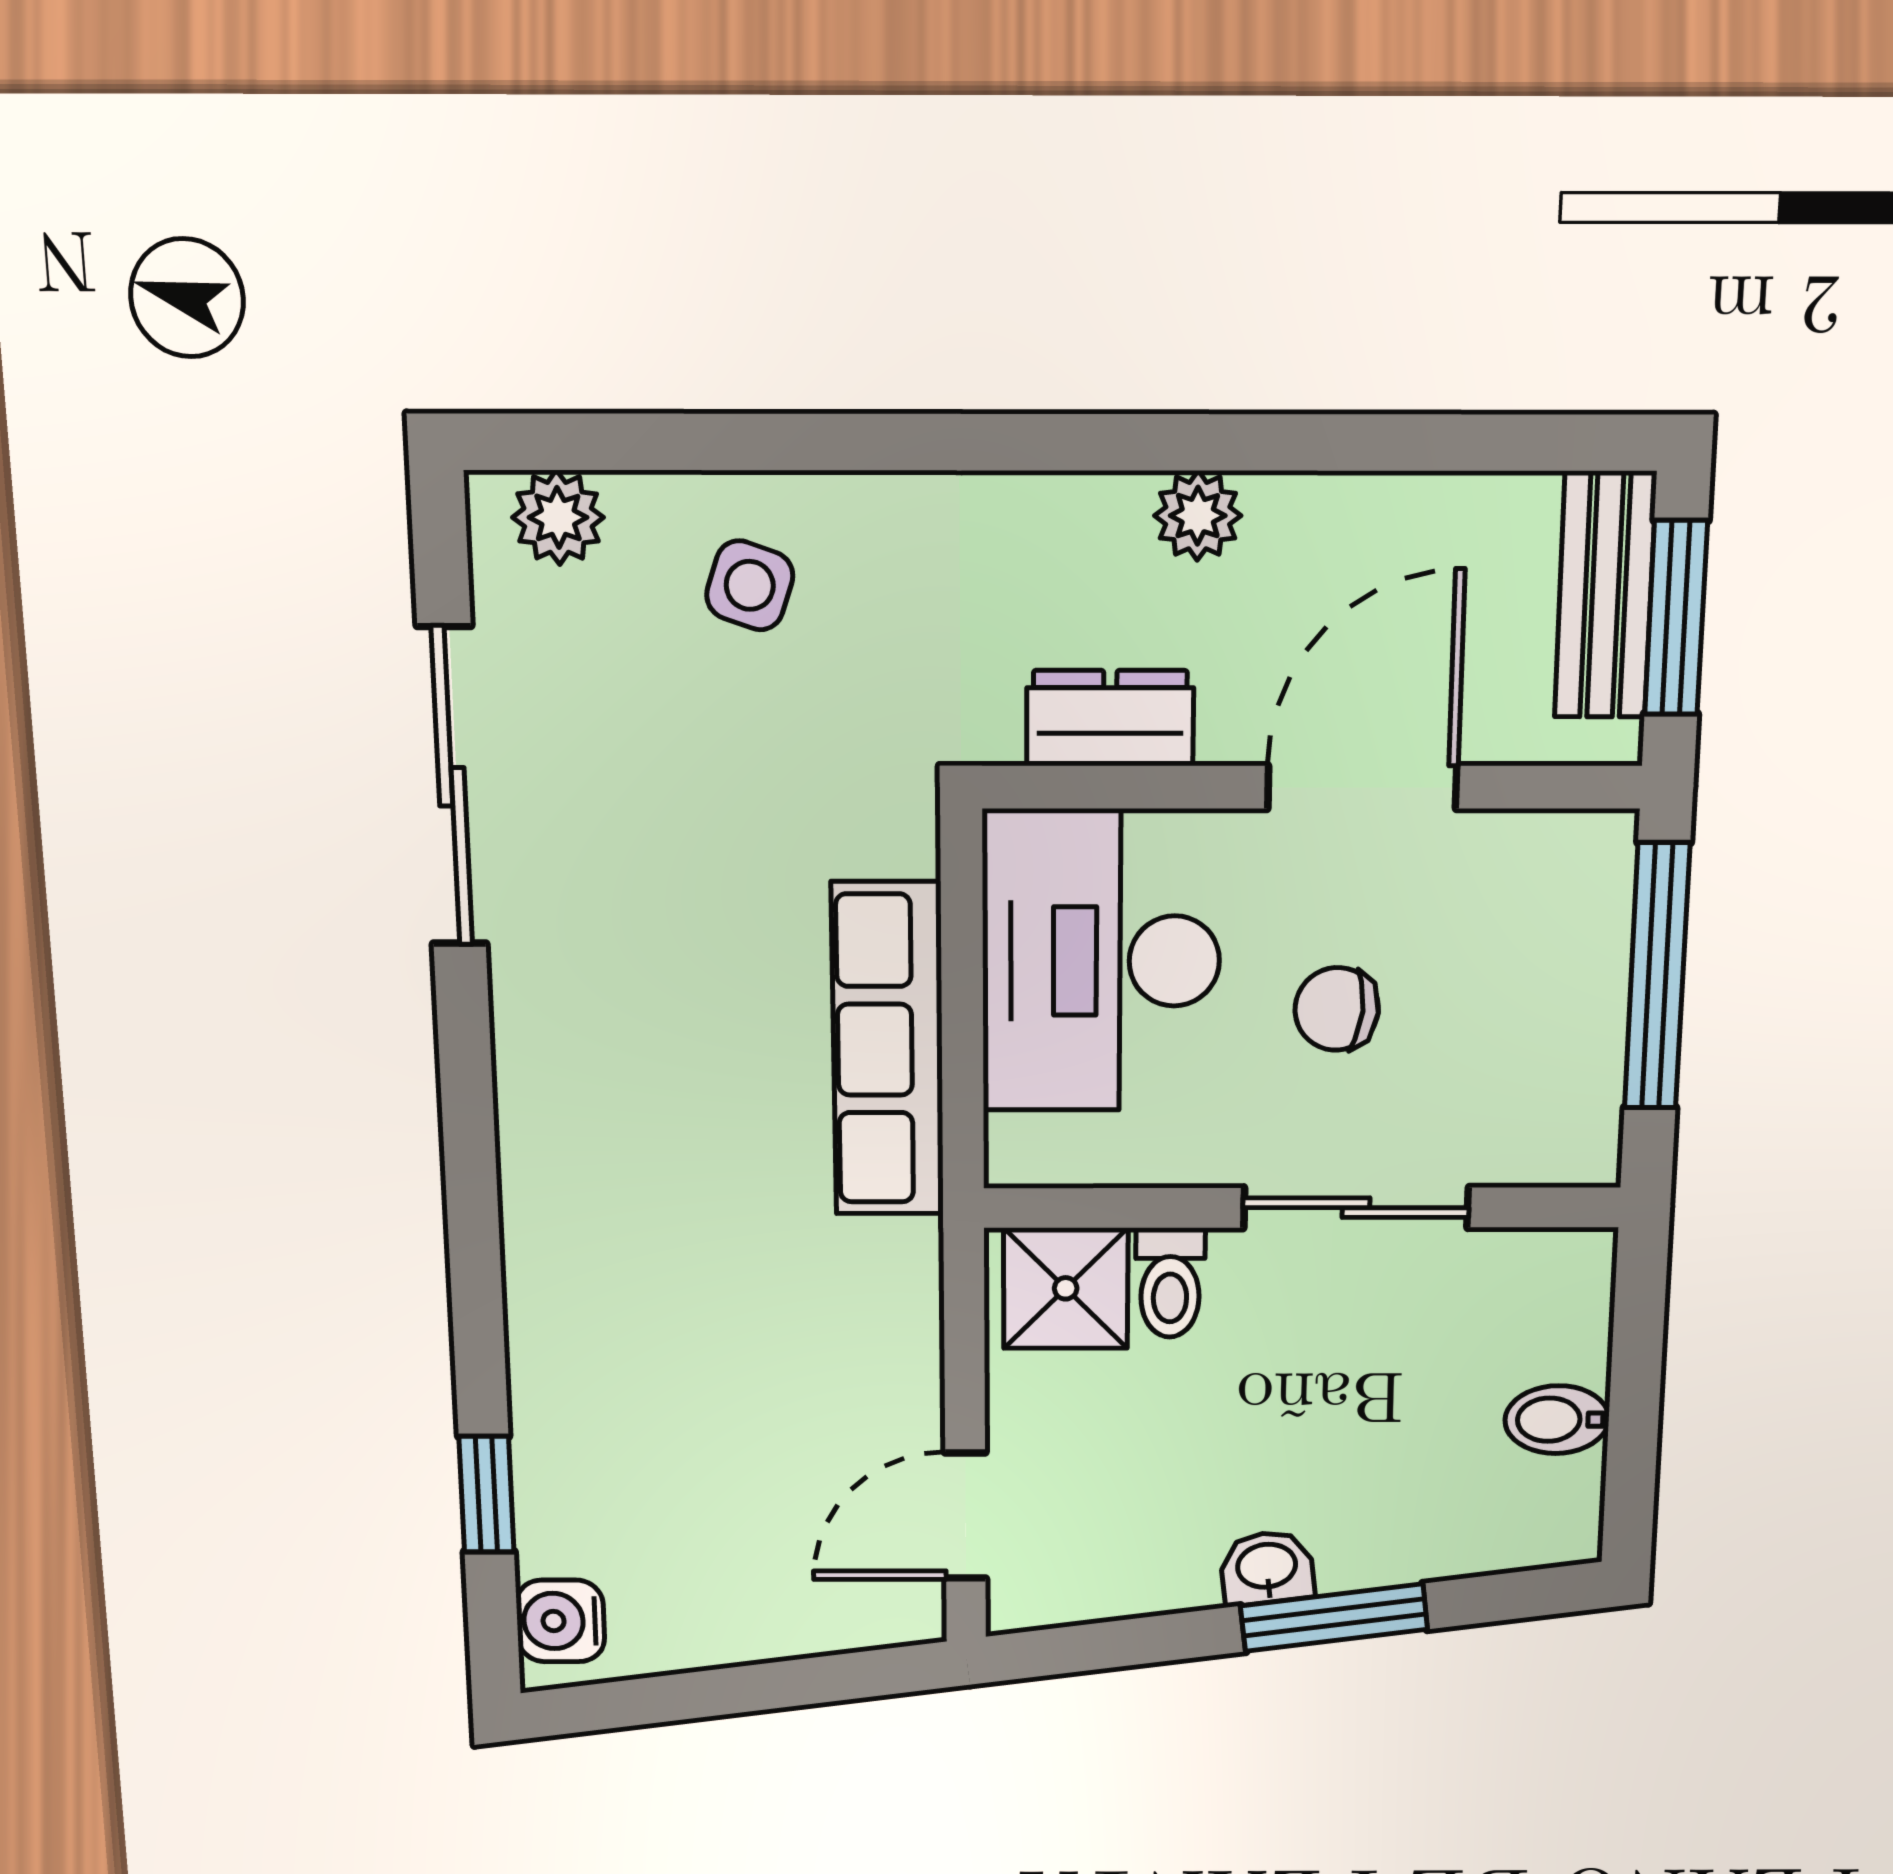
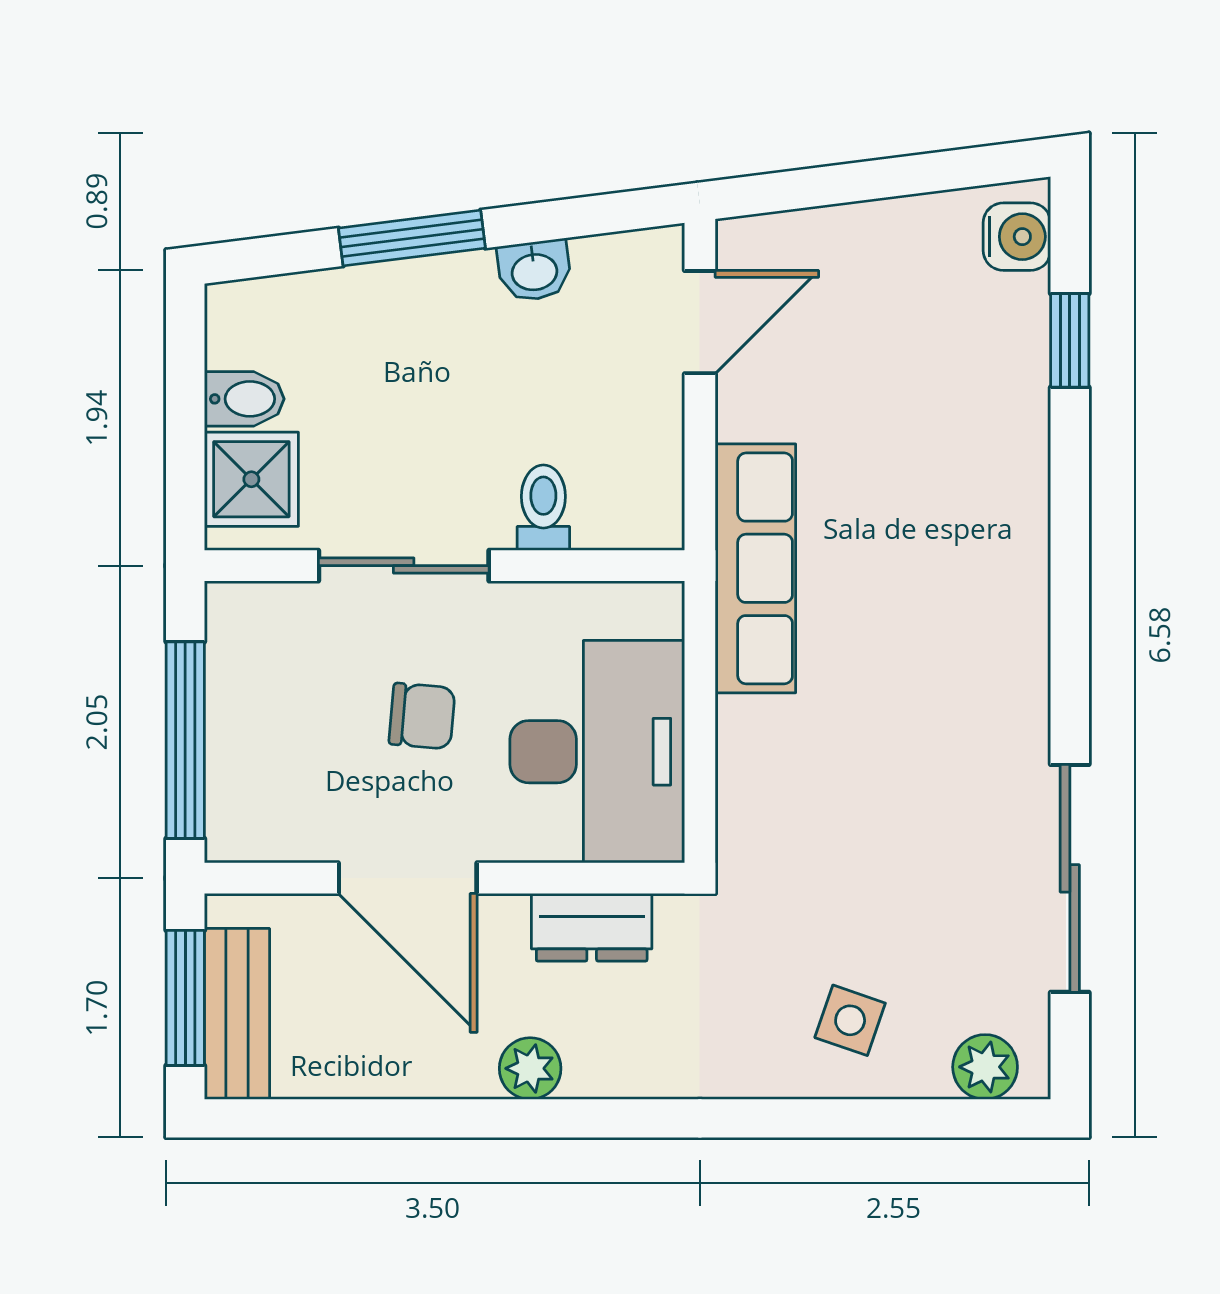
door: (1362, 787) -> (408, 878), hinge flipped
row of seats: (888, 1050) -> (755, 568), moved
shower: (1066, 1288) -> (251, 479), moved
washbasin: (1267, 1568) -> (534, 270), moved

